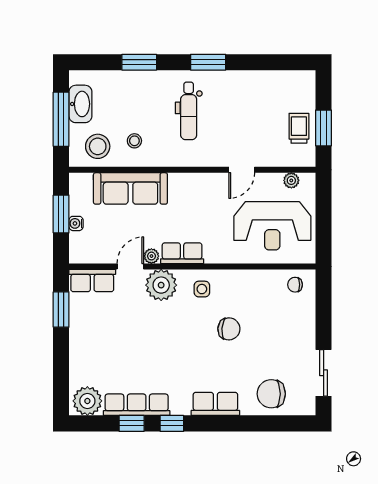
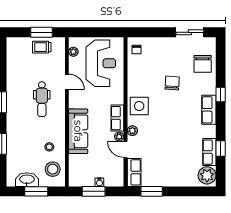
dental chair: (189, 111) -> (42, 99), moved, turned 90
window: (61, 119) -> (36, 191), width x0.69
sofa: (130, 188) -> (78, 131), moved
plant: (161, 285) -> (132, 131), width x0.53, depth x0.53
side table: (202, 289) -> (139, 106), width x1.87, depth x1.87
chair: (229, 329) -> (172, 83), moved
row of seats: (215, 404) -> (209, 110), moved
row of seats: (137, 405) -> (209, 152), width x0.68
window: (172, 423) -> (221, 94), moved

